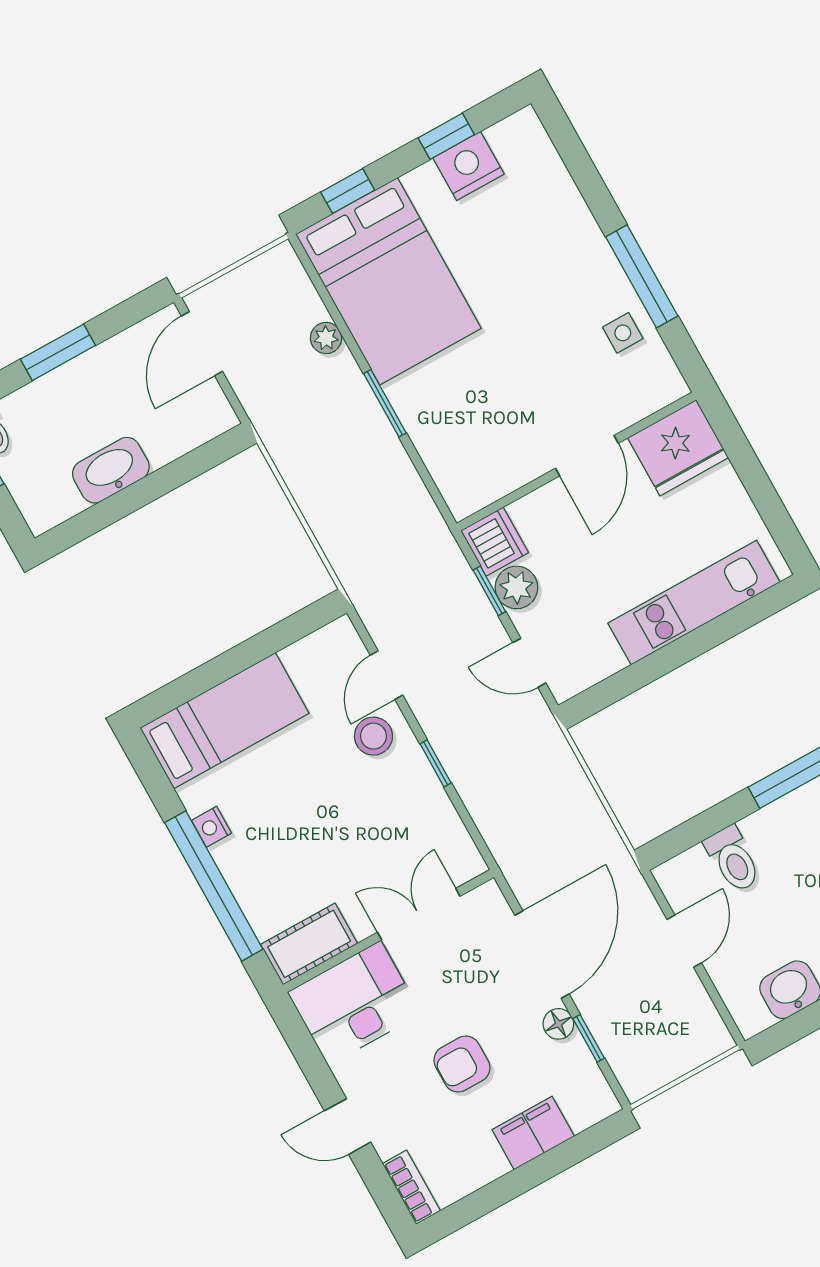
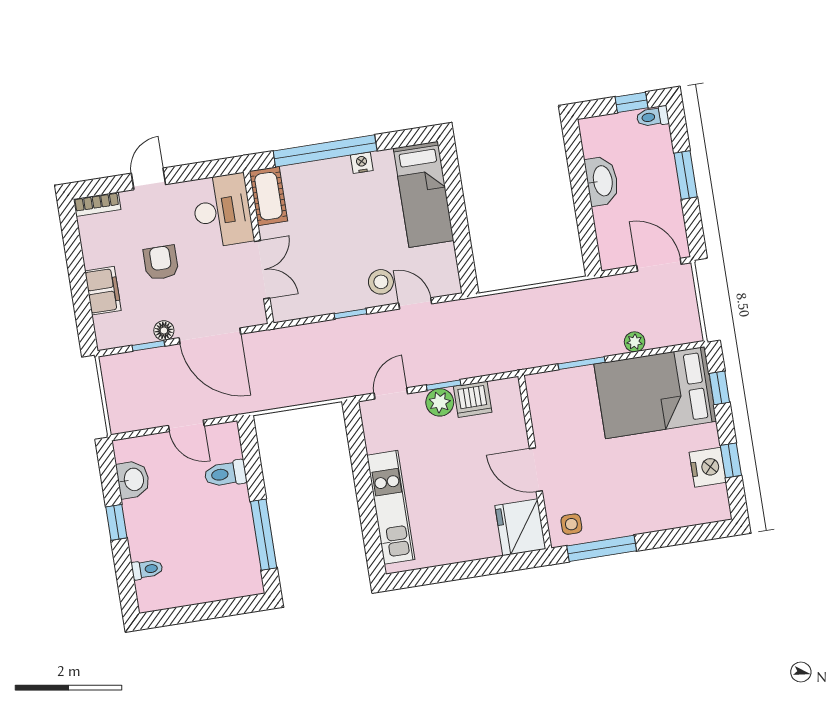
fridge: (678, 448) -> (520, 527), moved
door: (587, 456) -> (536, 470), moved
wall: (576, 461) -> (535, 462), moved

